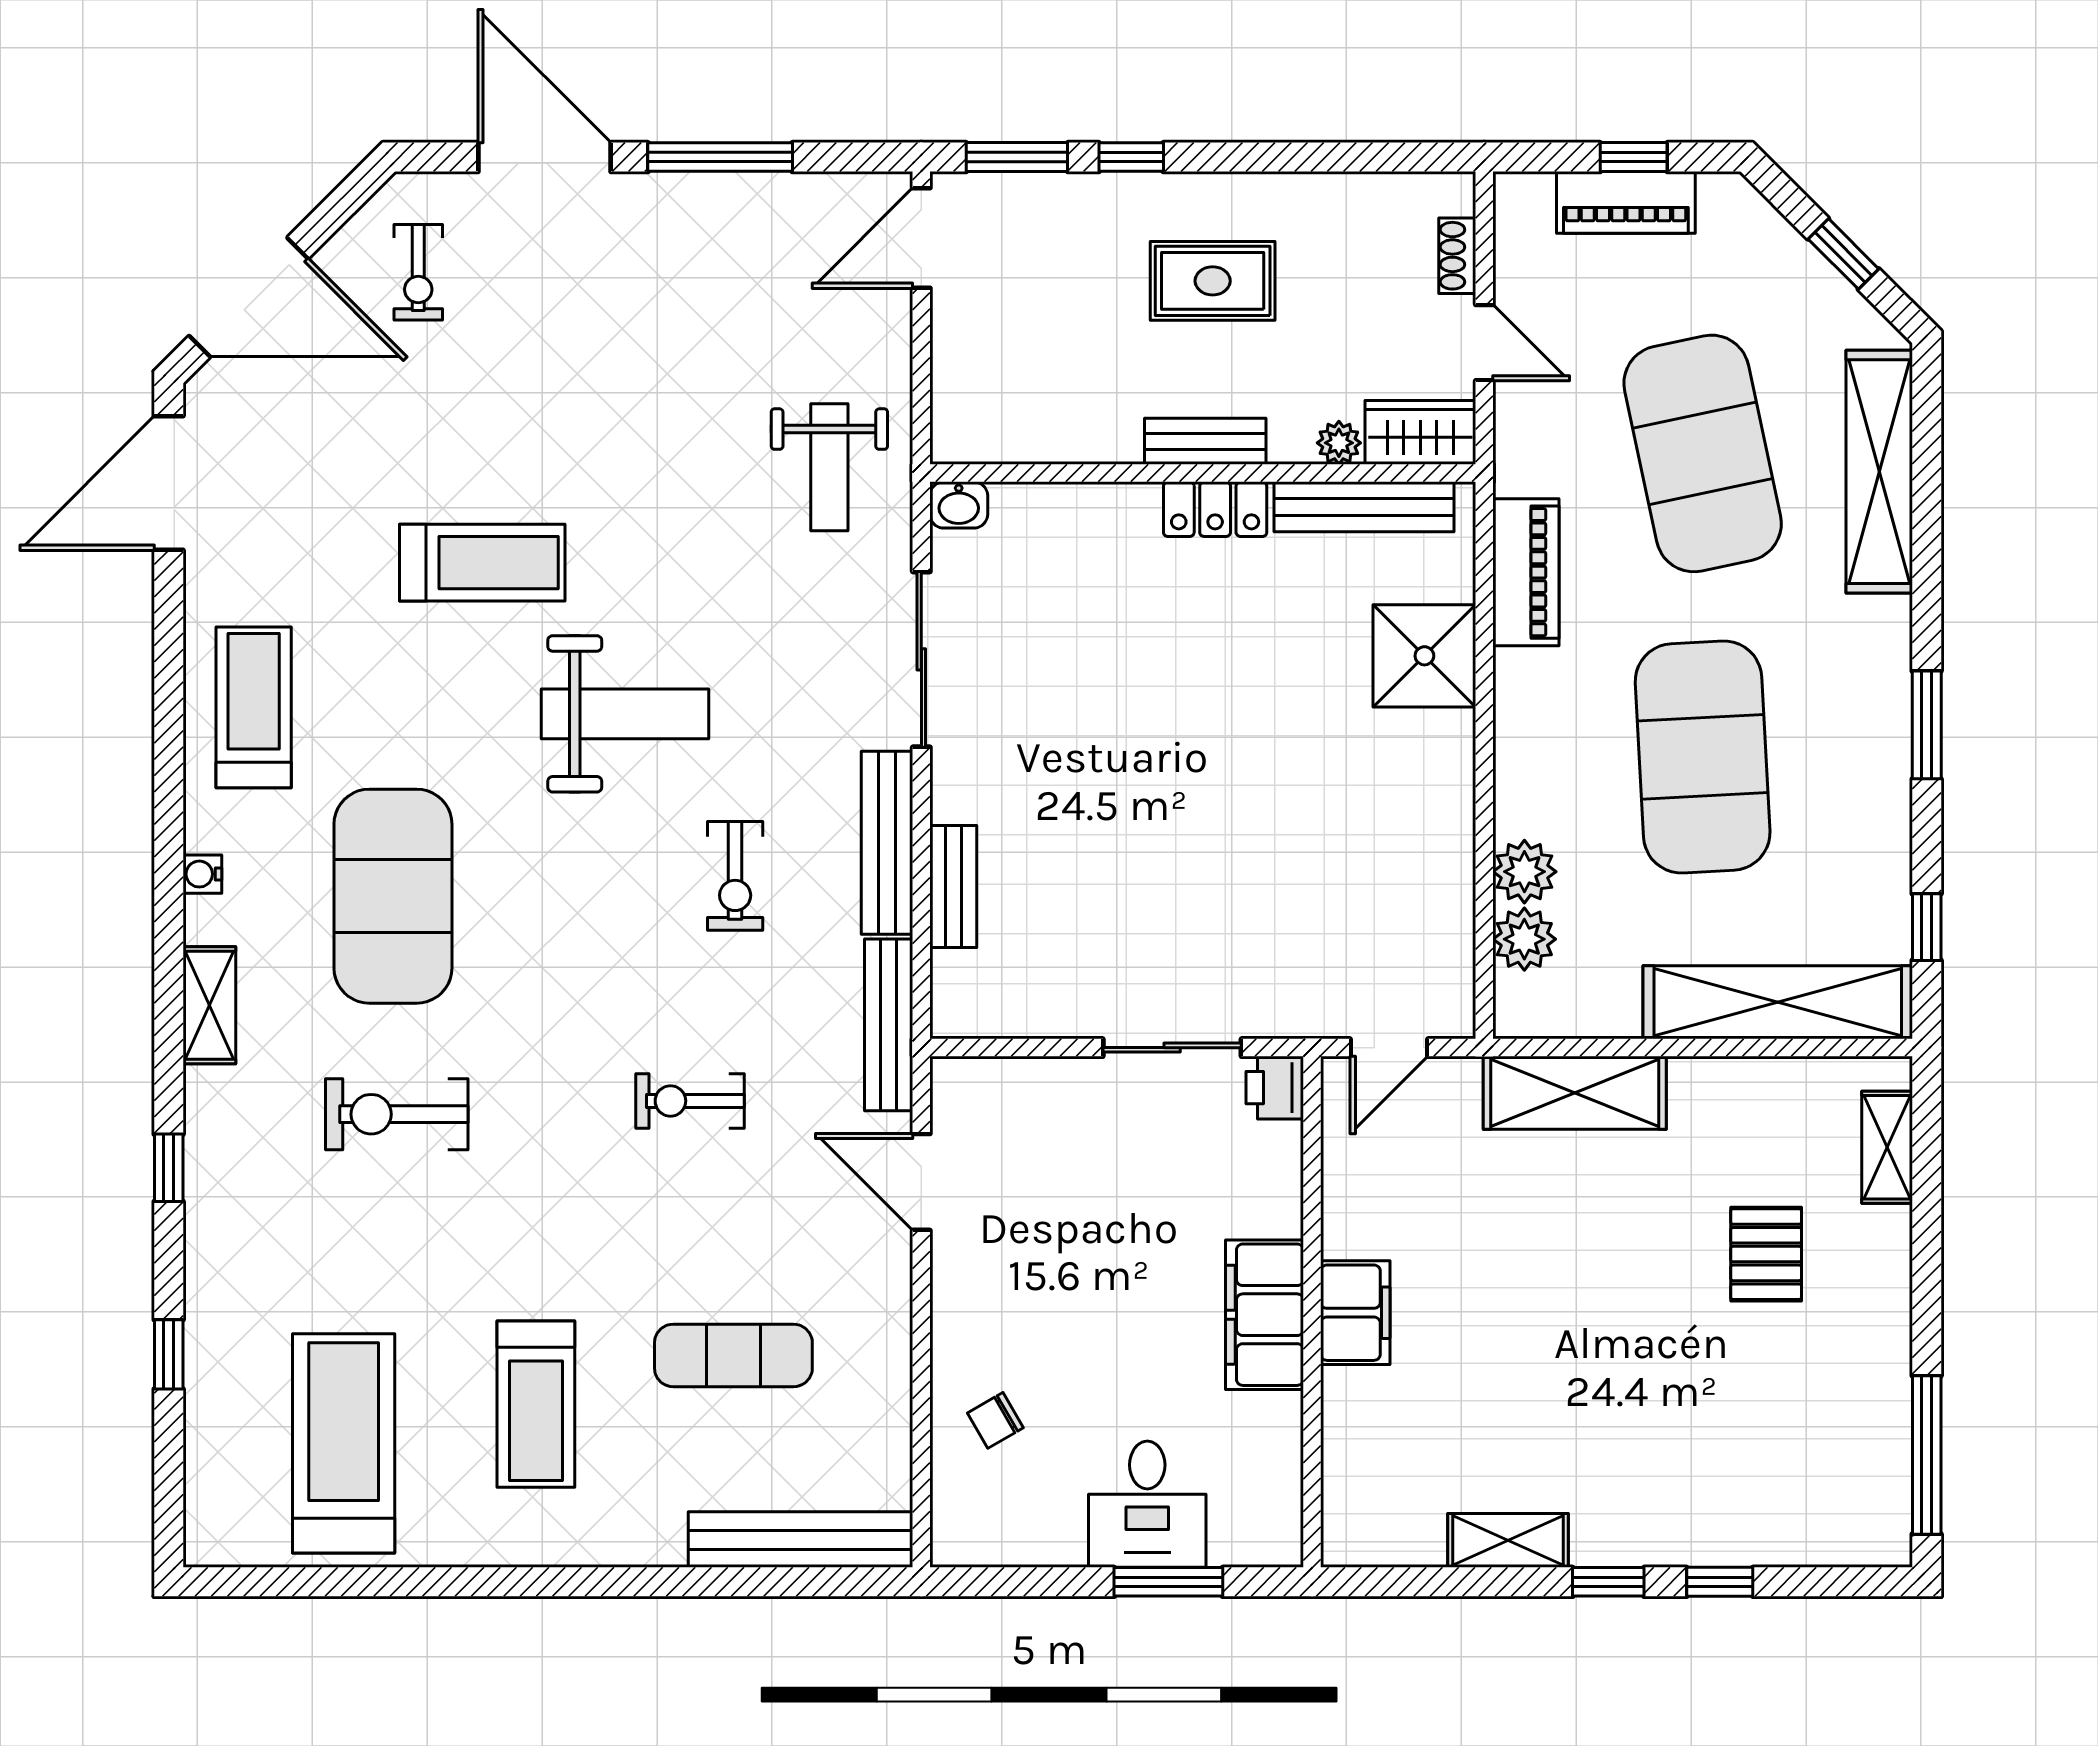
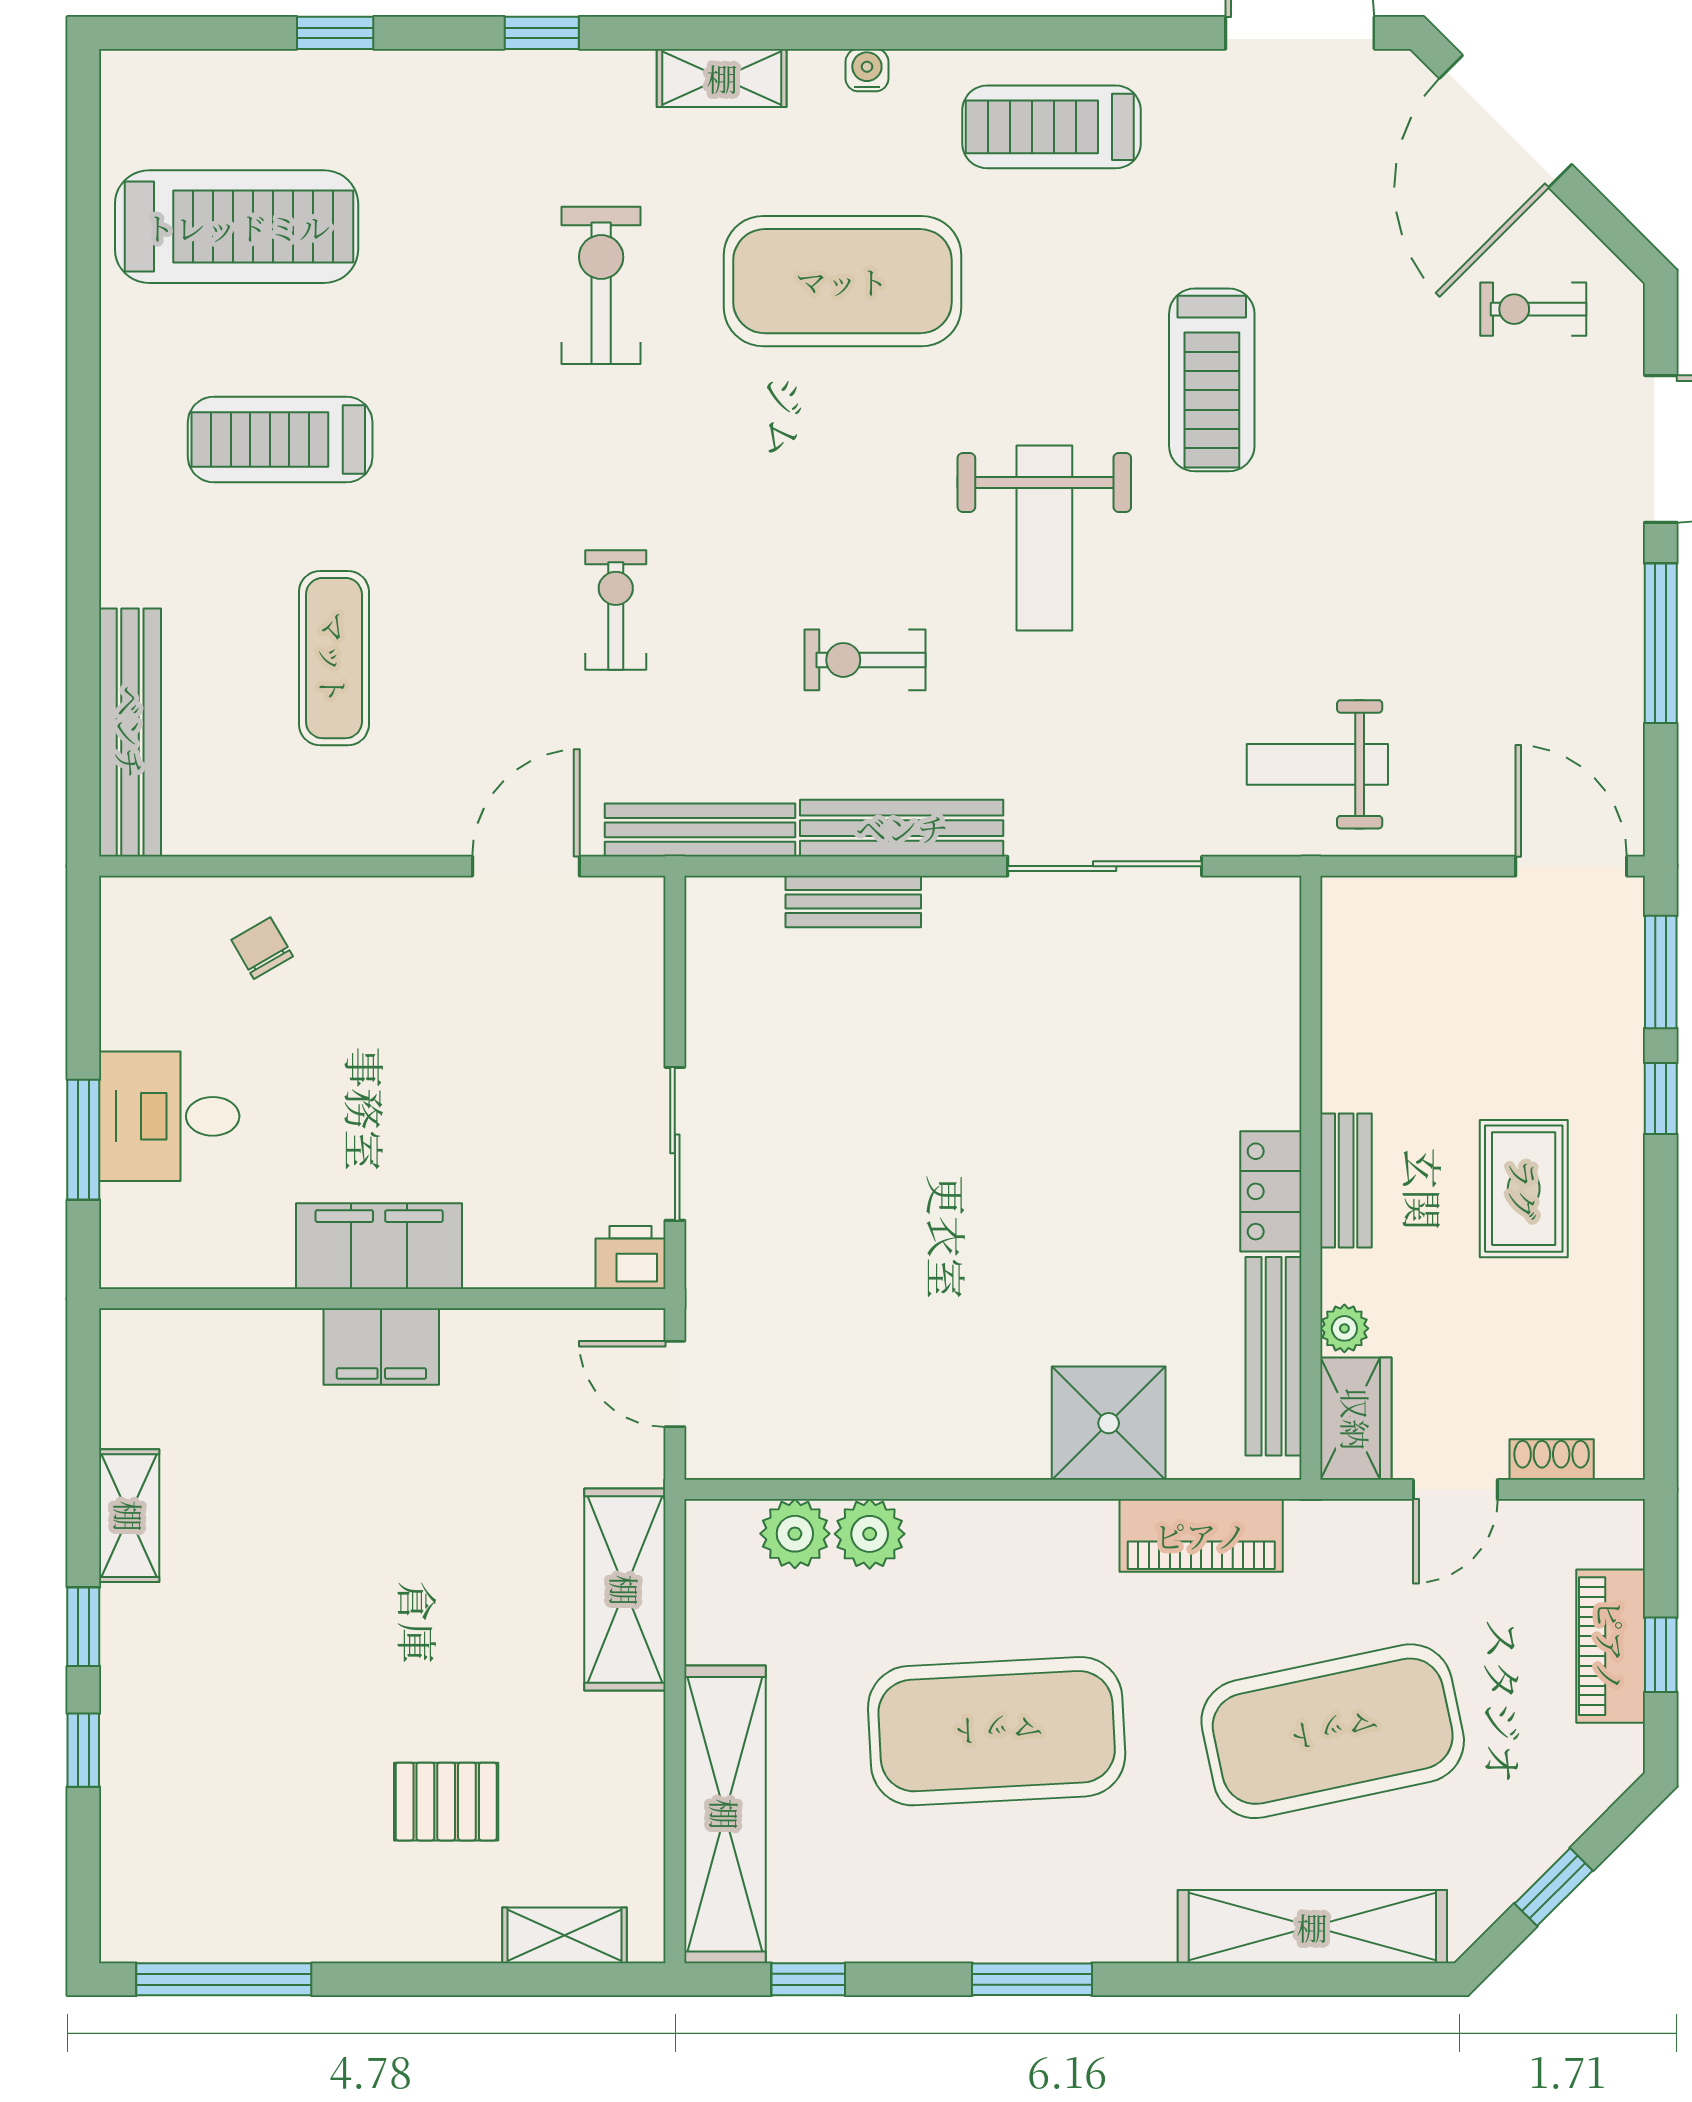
washbasin: (959, 505) -> (1276, 908), removed
treadmill: (254, 707) -> (1052, 127), turned 180

